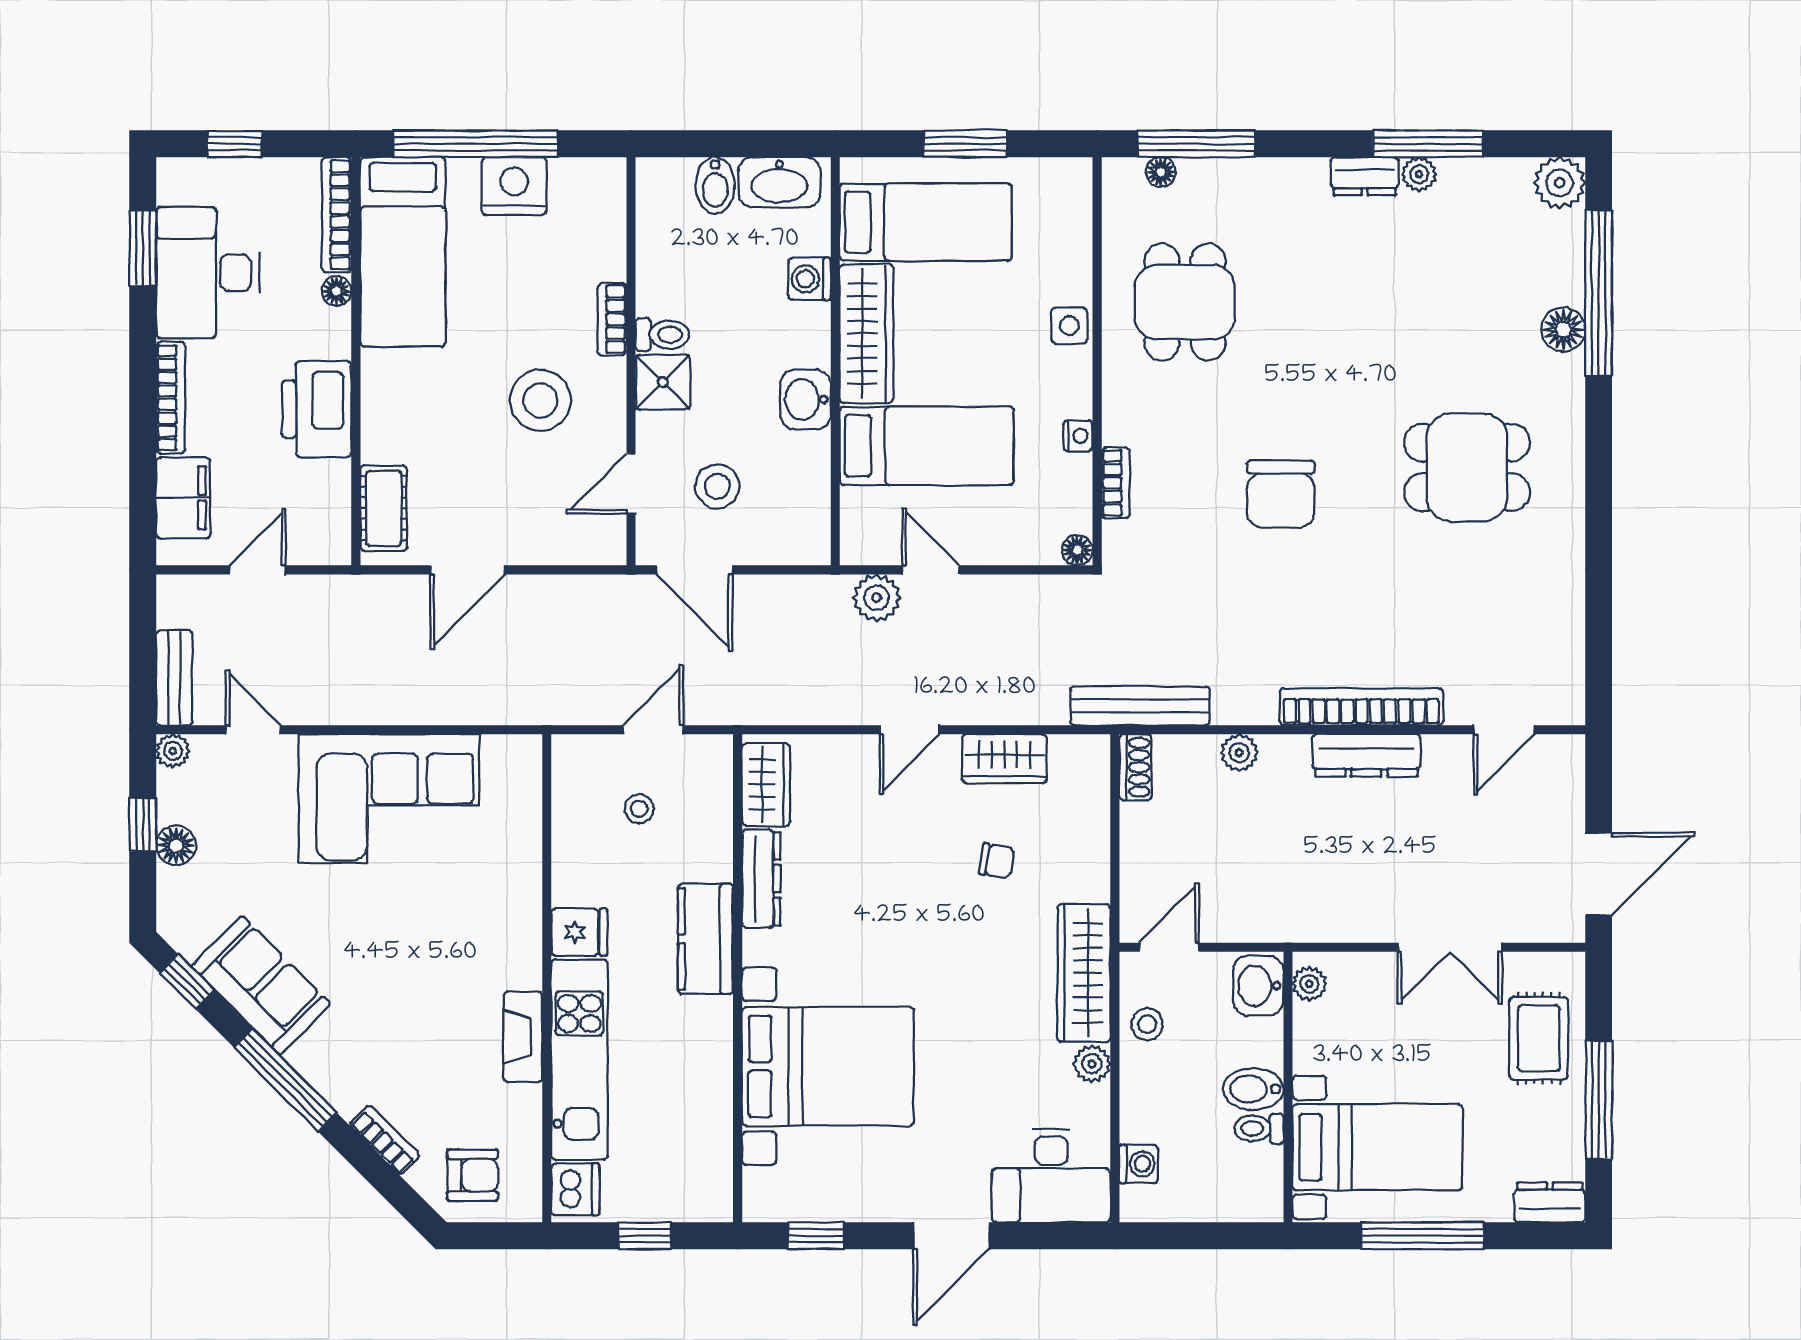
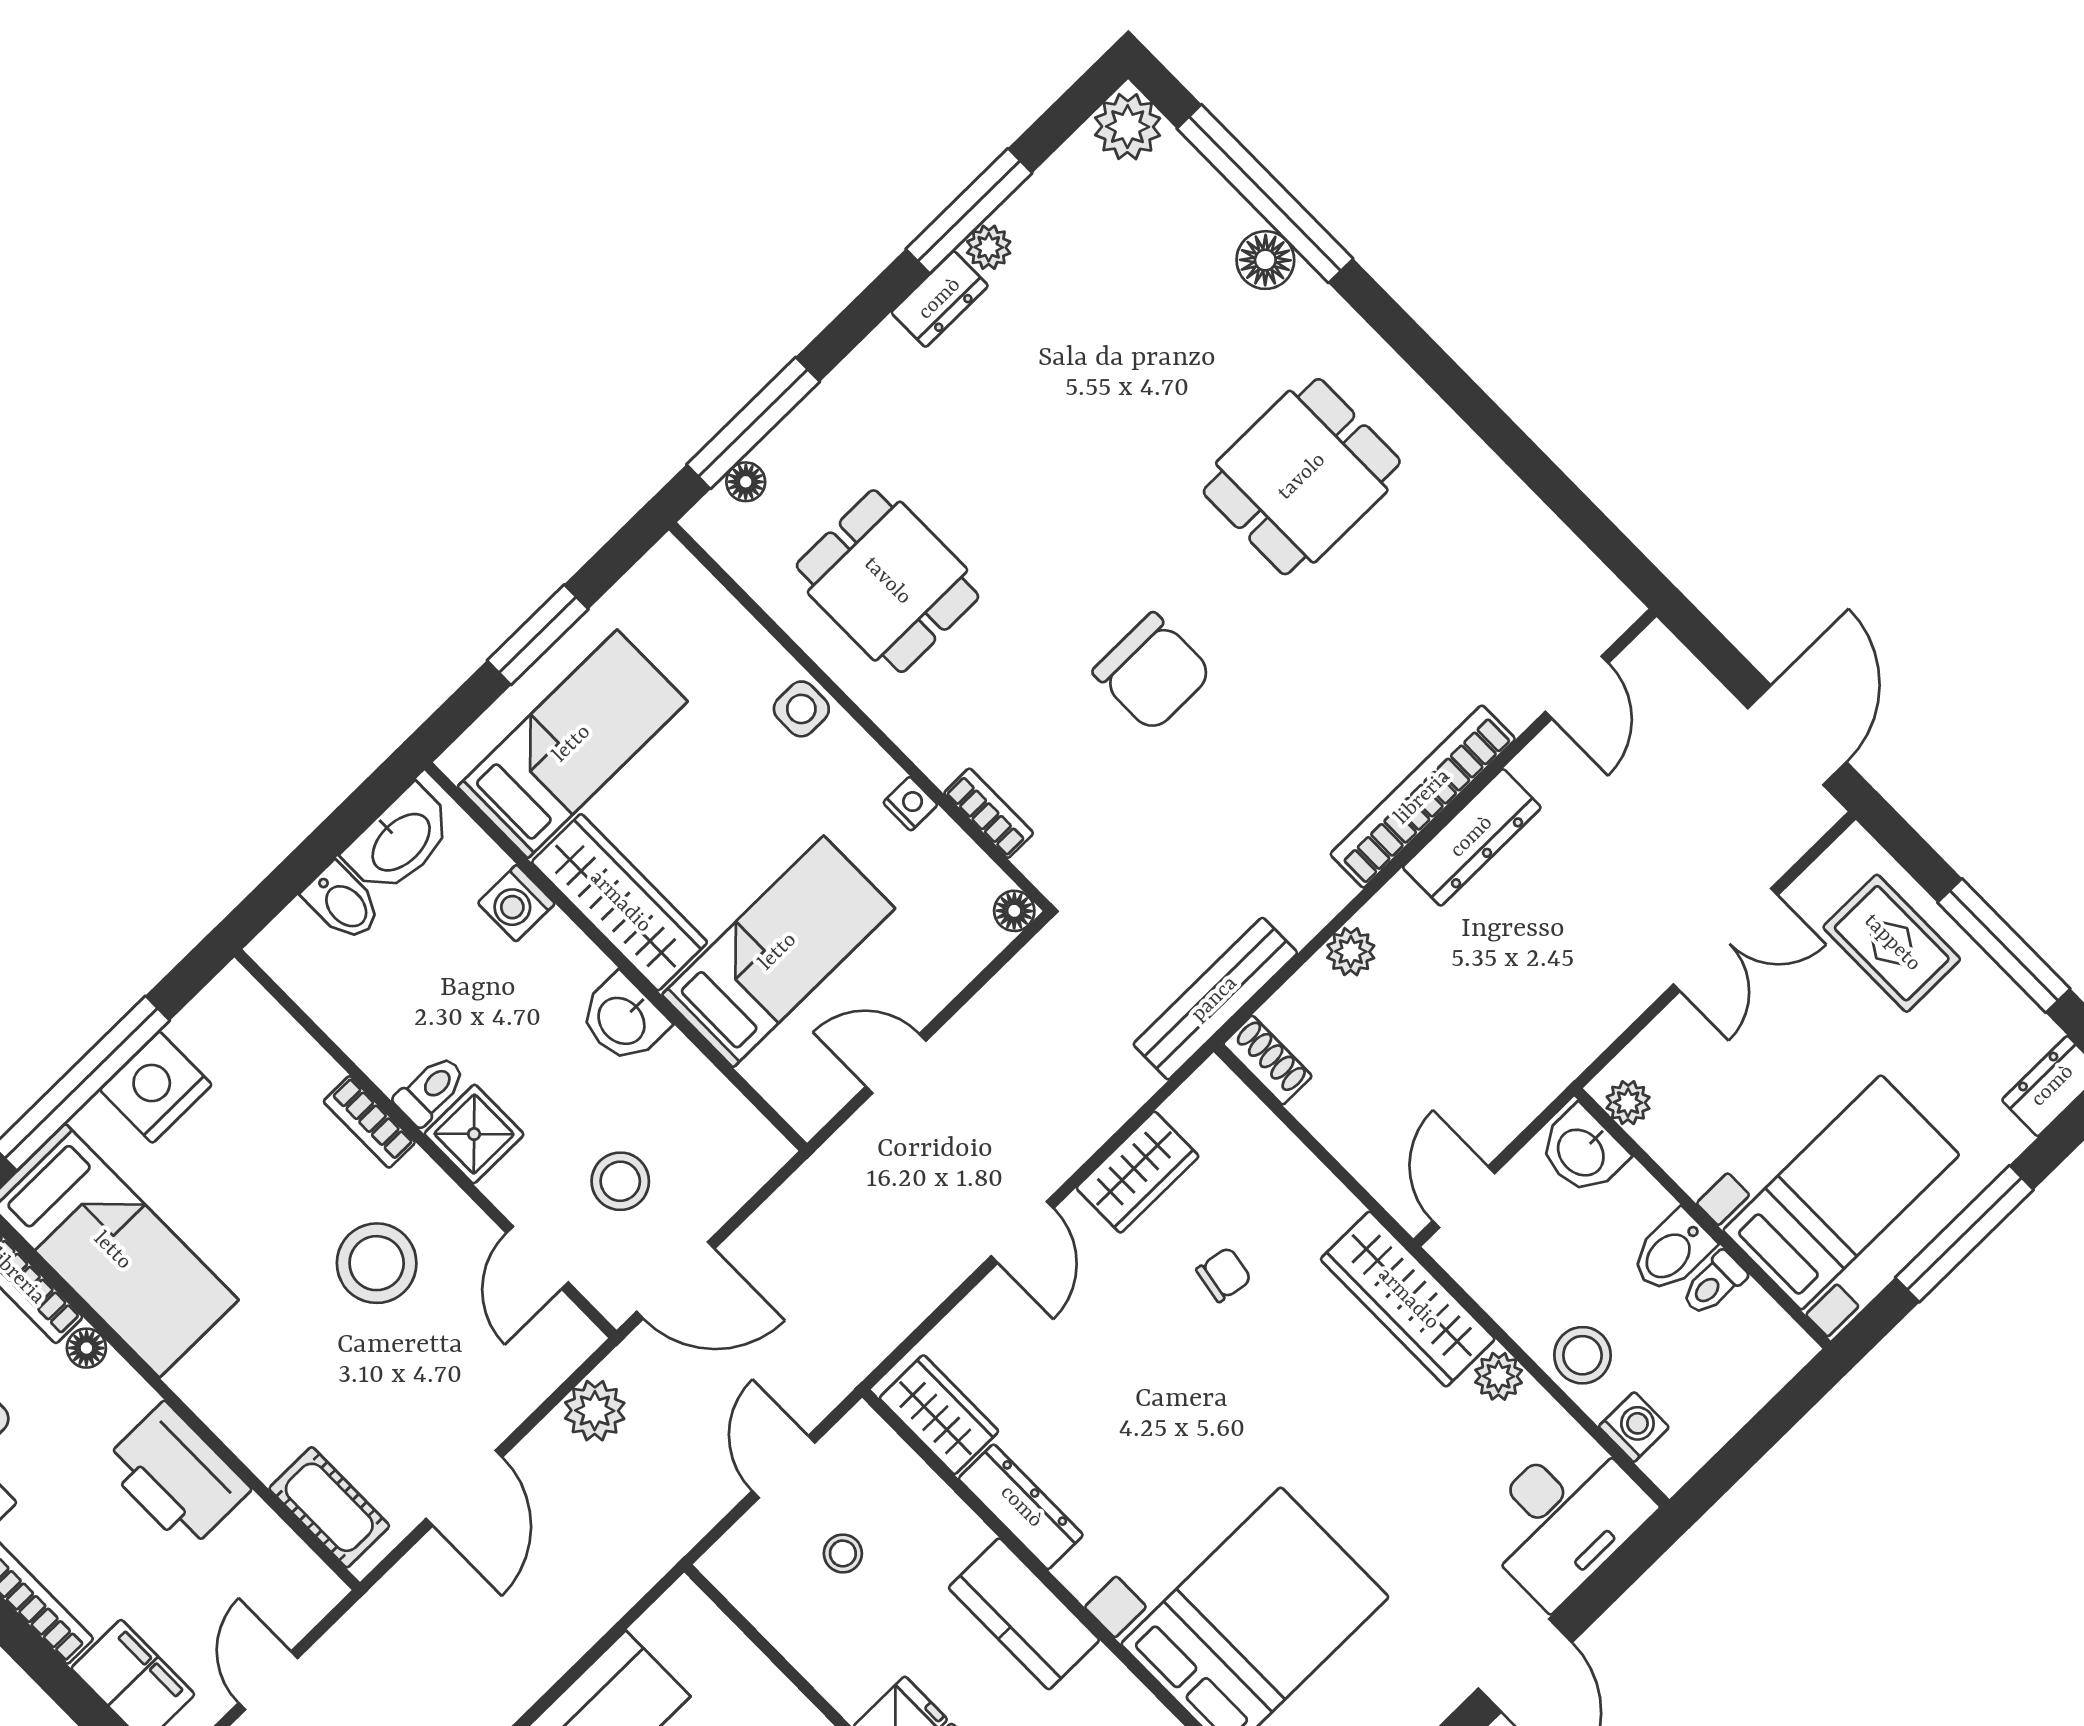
plant: (877, 598) -> (595, 1411), moved
stool: (1147, 1024) -> (1582, 1355), moved, width x1.37, depth x1.37

